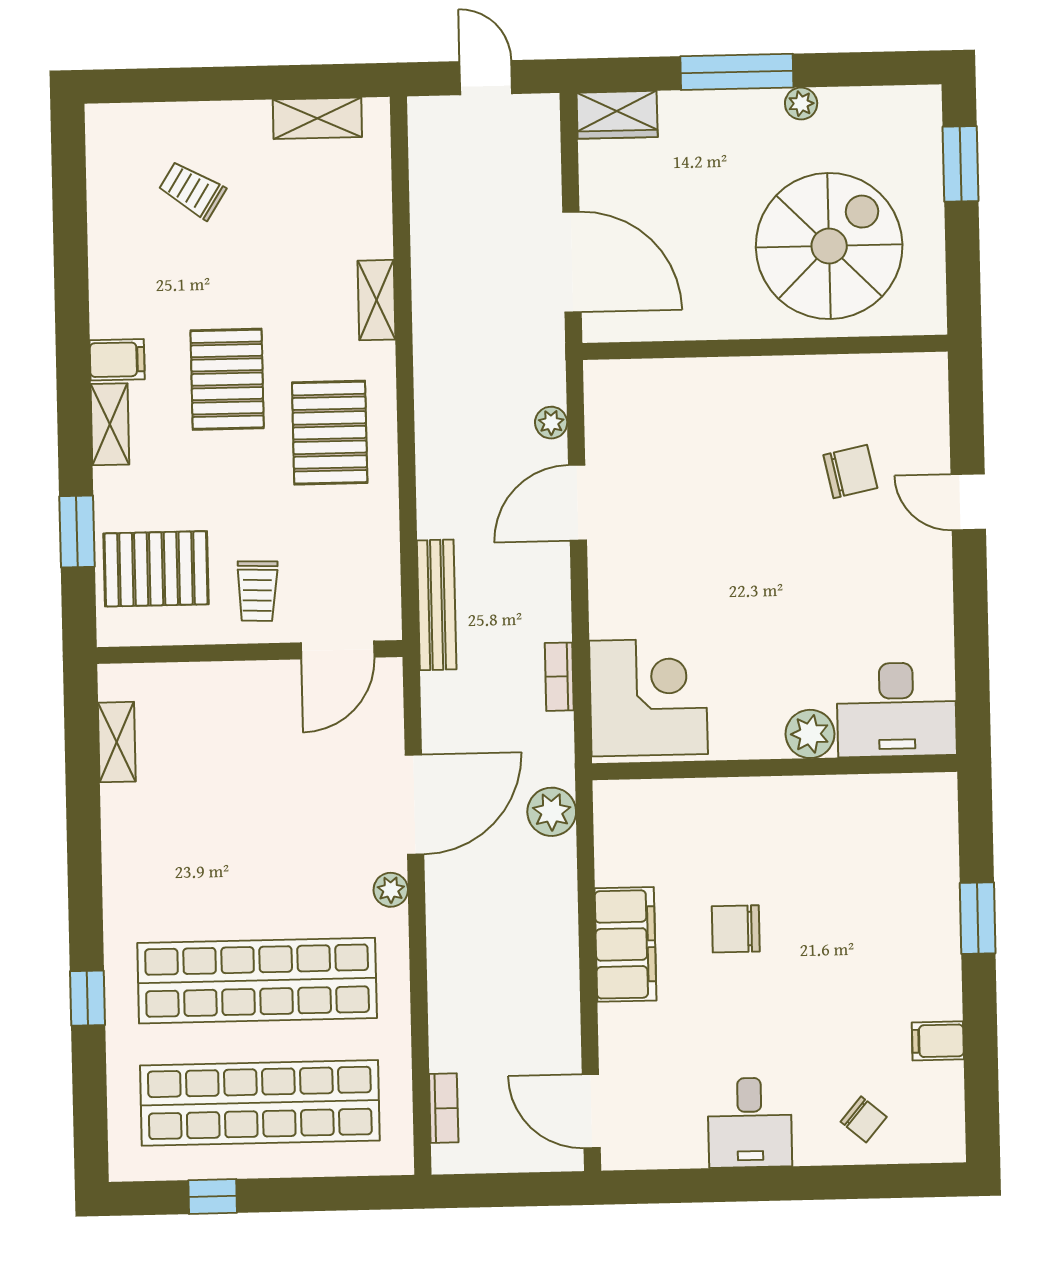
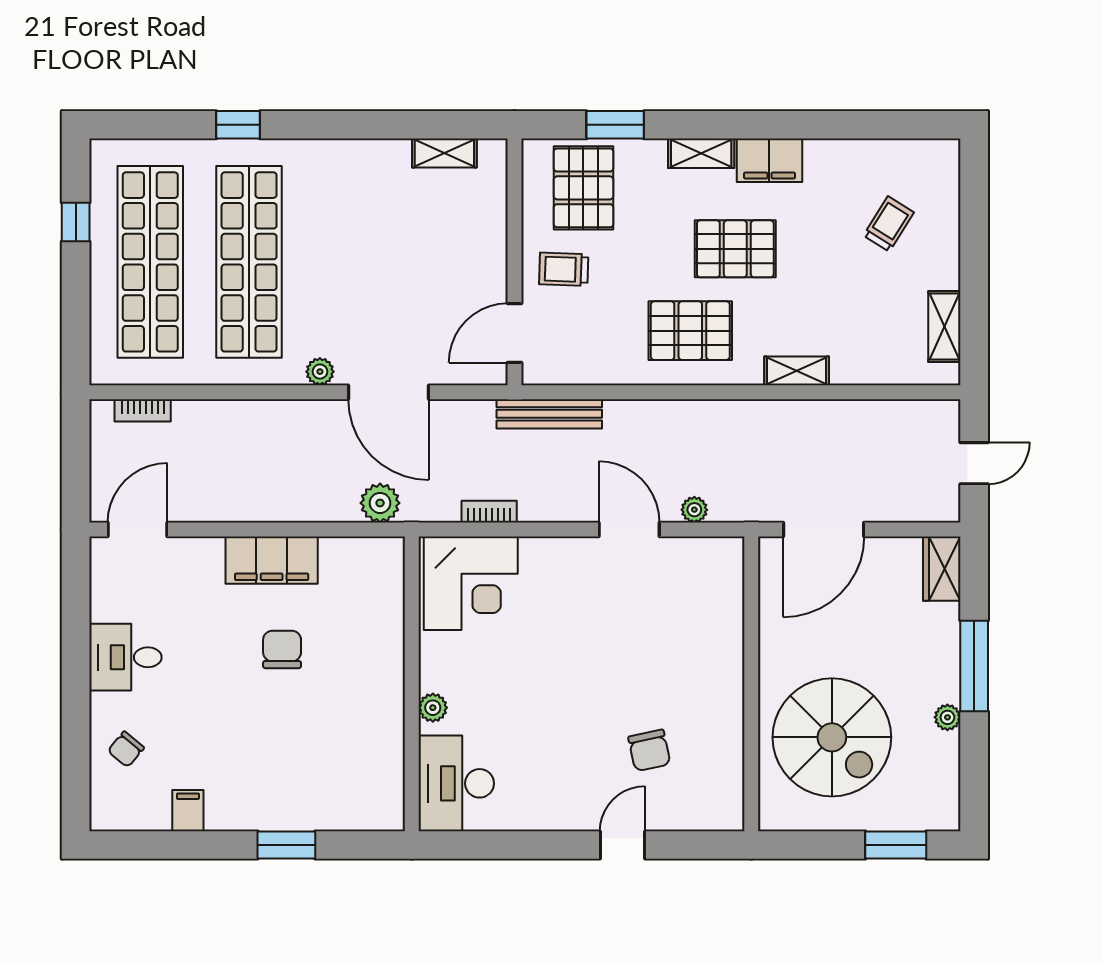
filing cabinet: (117, 360) -> (769, 160), width x2.00
door: (338, 650) -> (515, 333), hinge flipped
plant: (810, 734) -> (433, 708), width x0.73, depth x0.73

